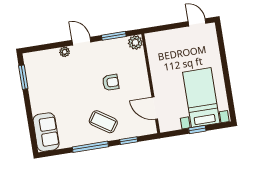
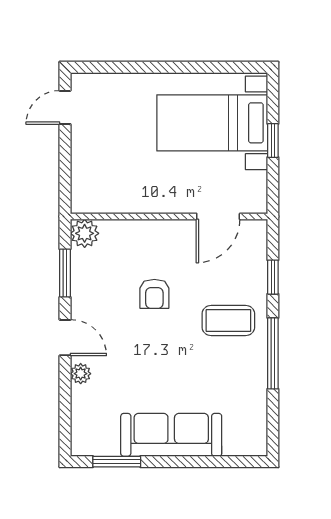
door: (81, 41) -> (65, 338), swing flipped
armchair: (111, 82) -> (154, 294), turned 180
coffee table: (103, 122) -> (228, 320), turned 56
sofa: (46, 132) -> (171, 435), moved, width x1.36

